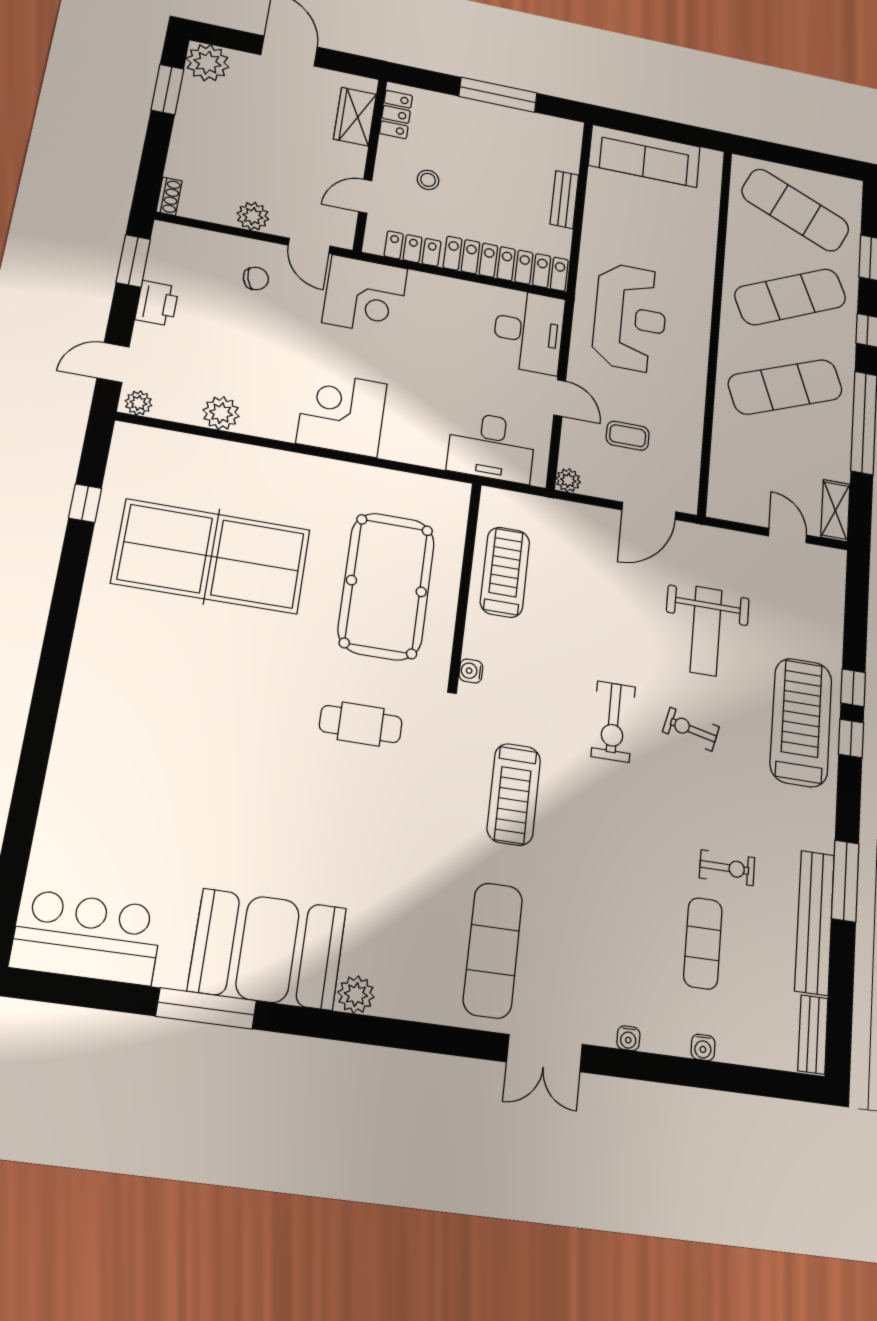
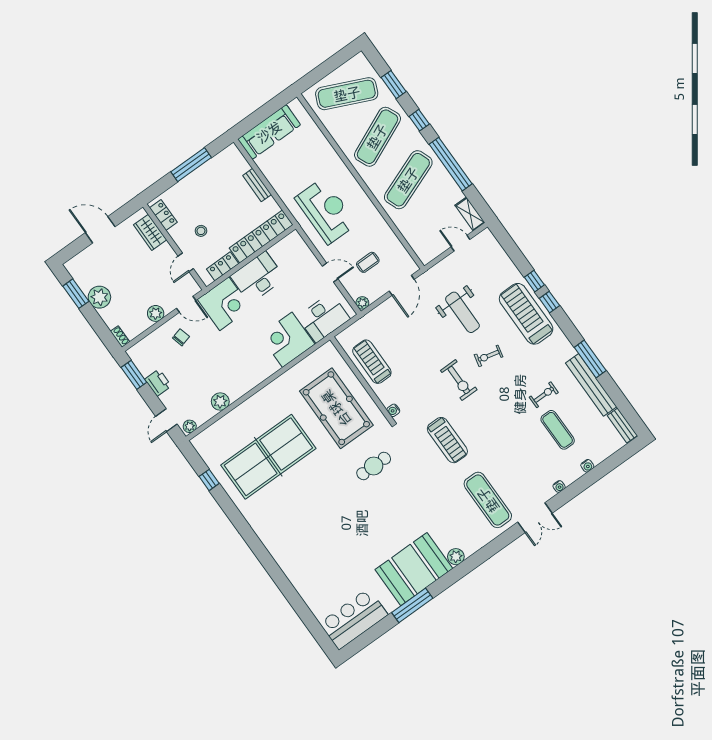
plant: (208, 63) -> (99, 297), moved
desk: (529, 331) -> (258, 277), moved, turned -90
corner desk: (342, 413) -> (287, 340), moved

